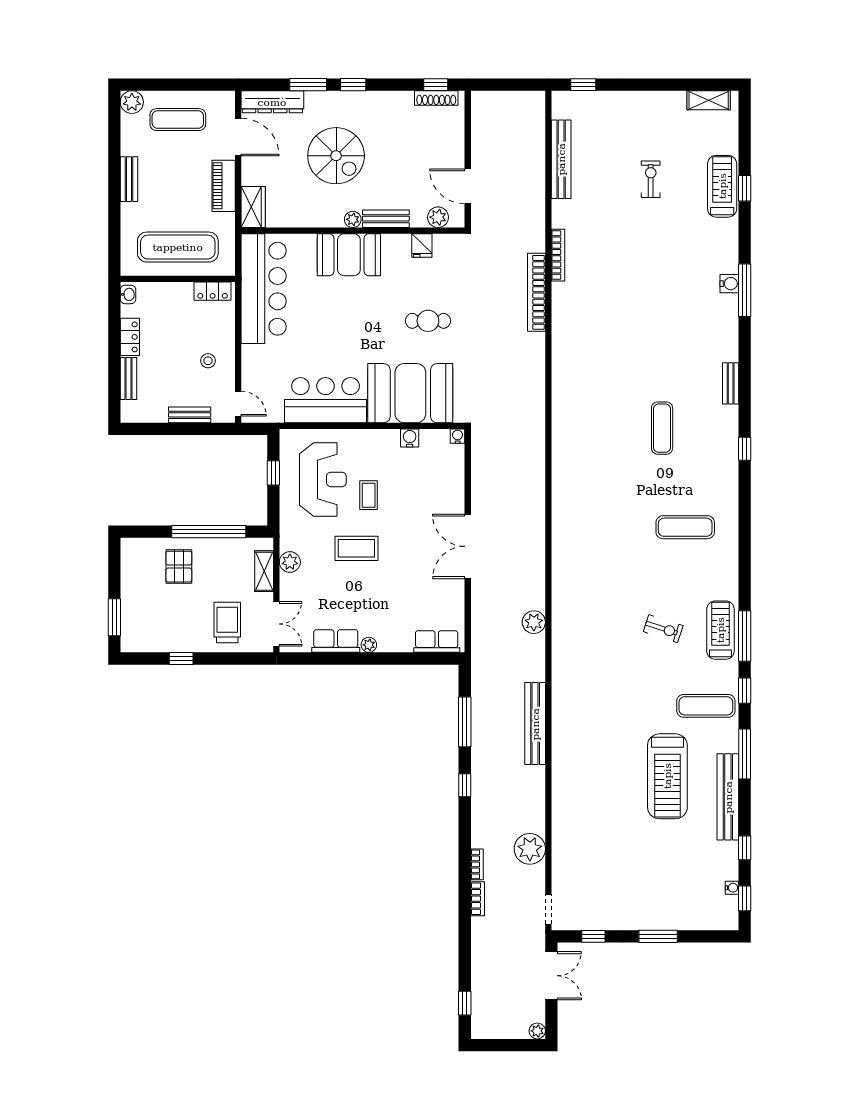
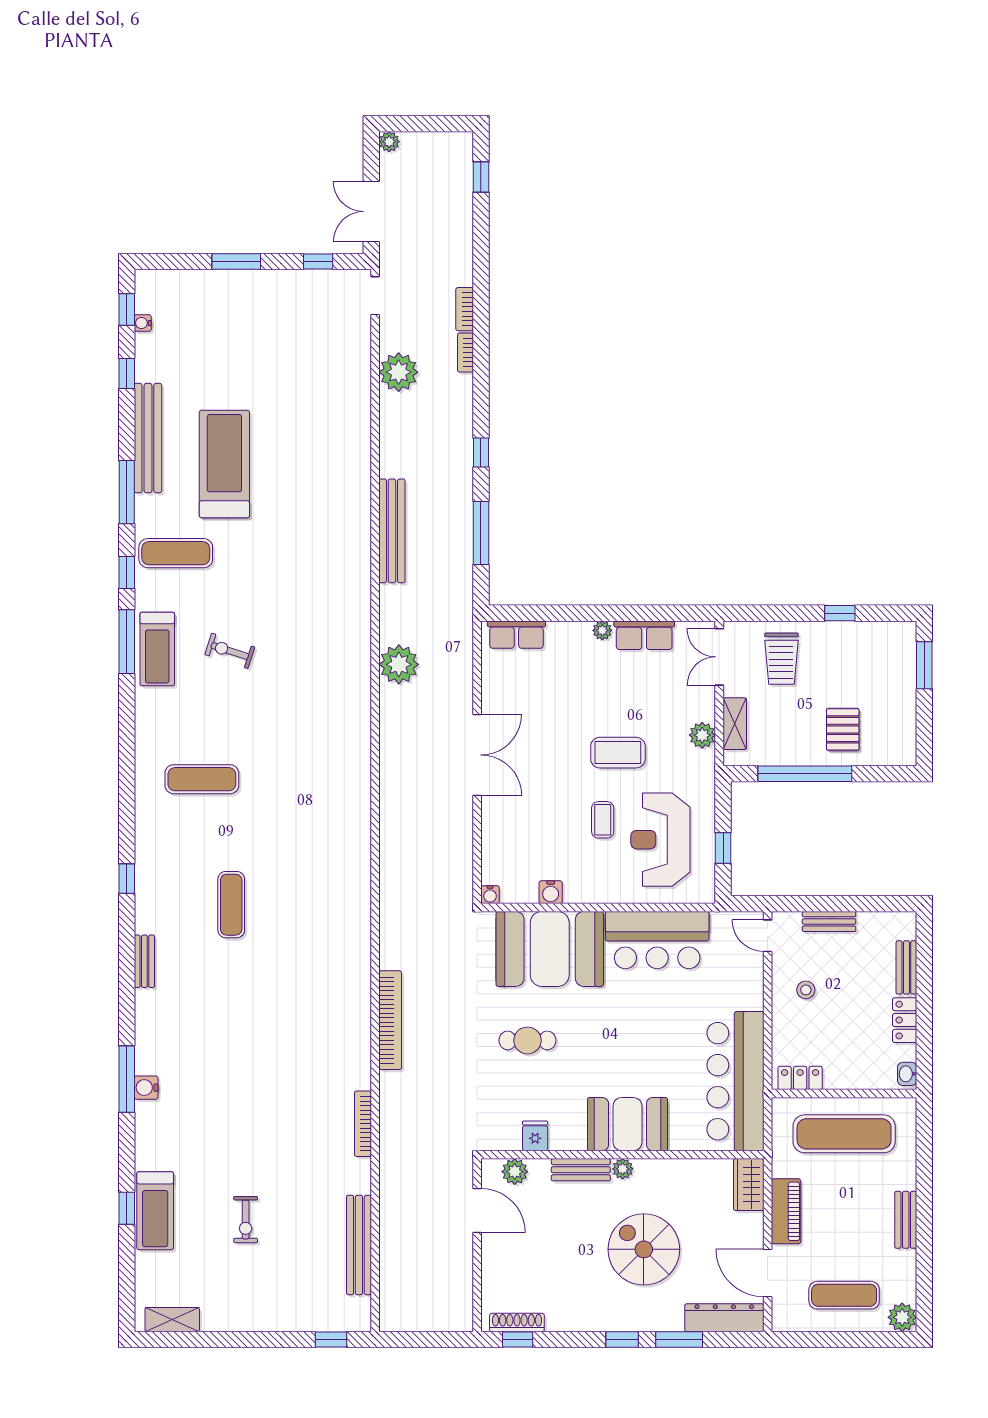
bookcase: (536, 292) -> (390, 1020), moved
plant: (534, 622) -> (399, 664), width x1.36, depth x1.36

